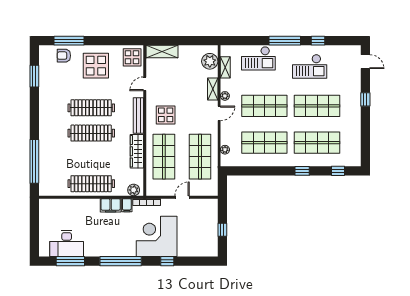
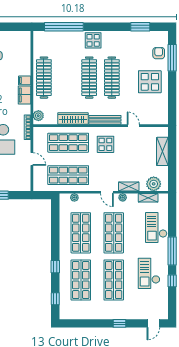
shelving: (162, 52) -> (162, 151), moved
display table: (132, 57) -> (93, 40), moved
filing cabinet: (127, 205) -> (25, 80), moved

